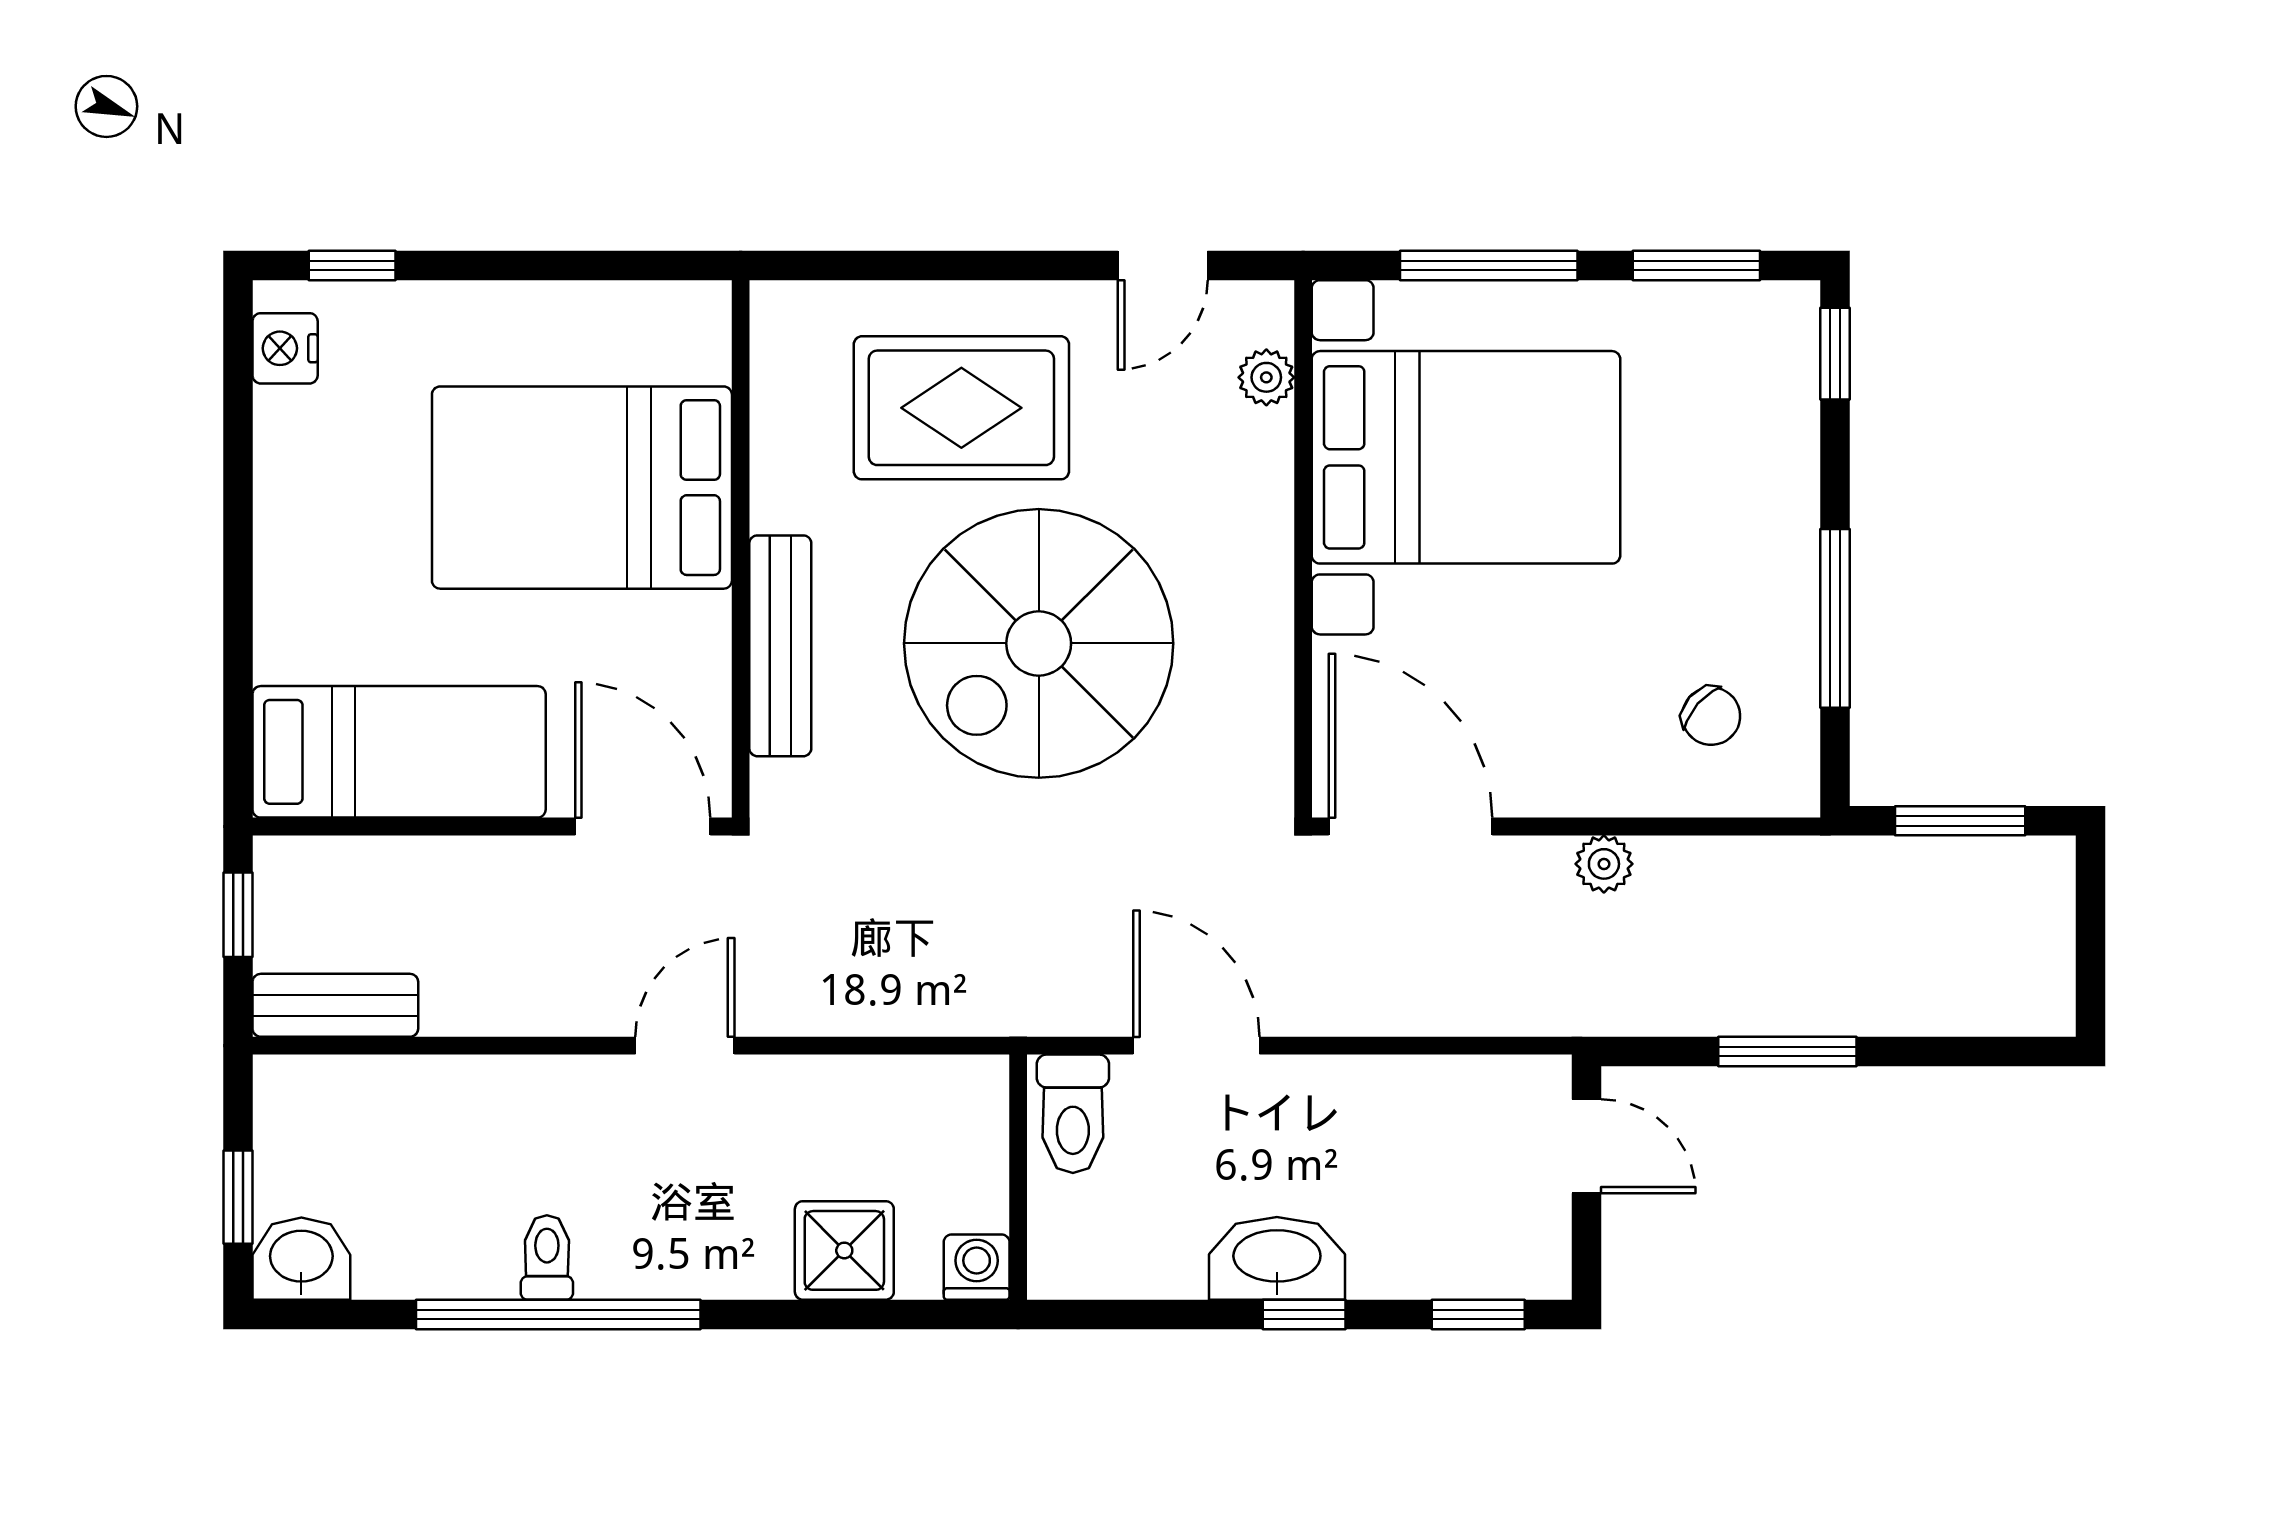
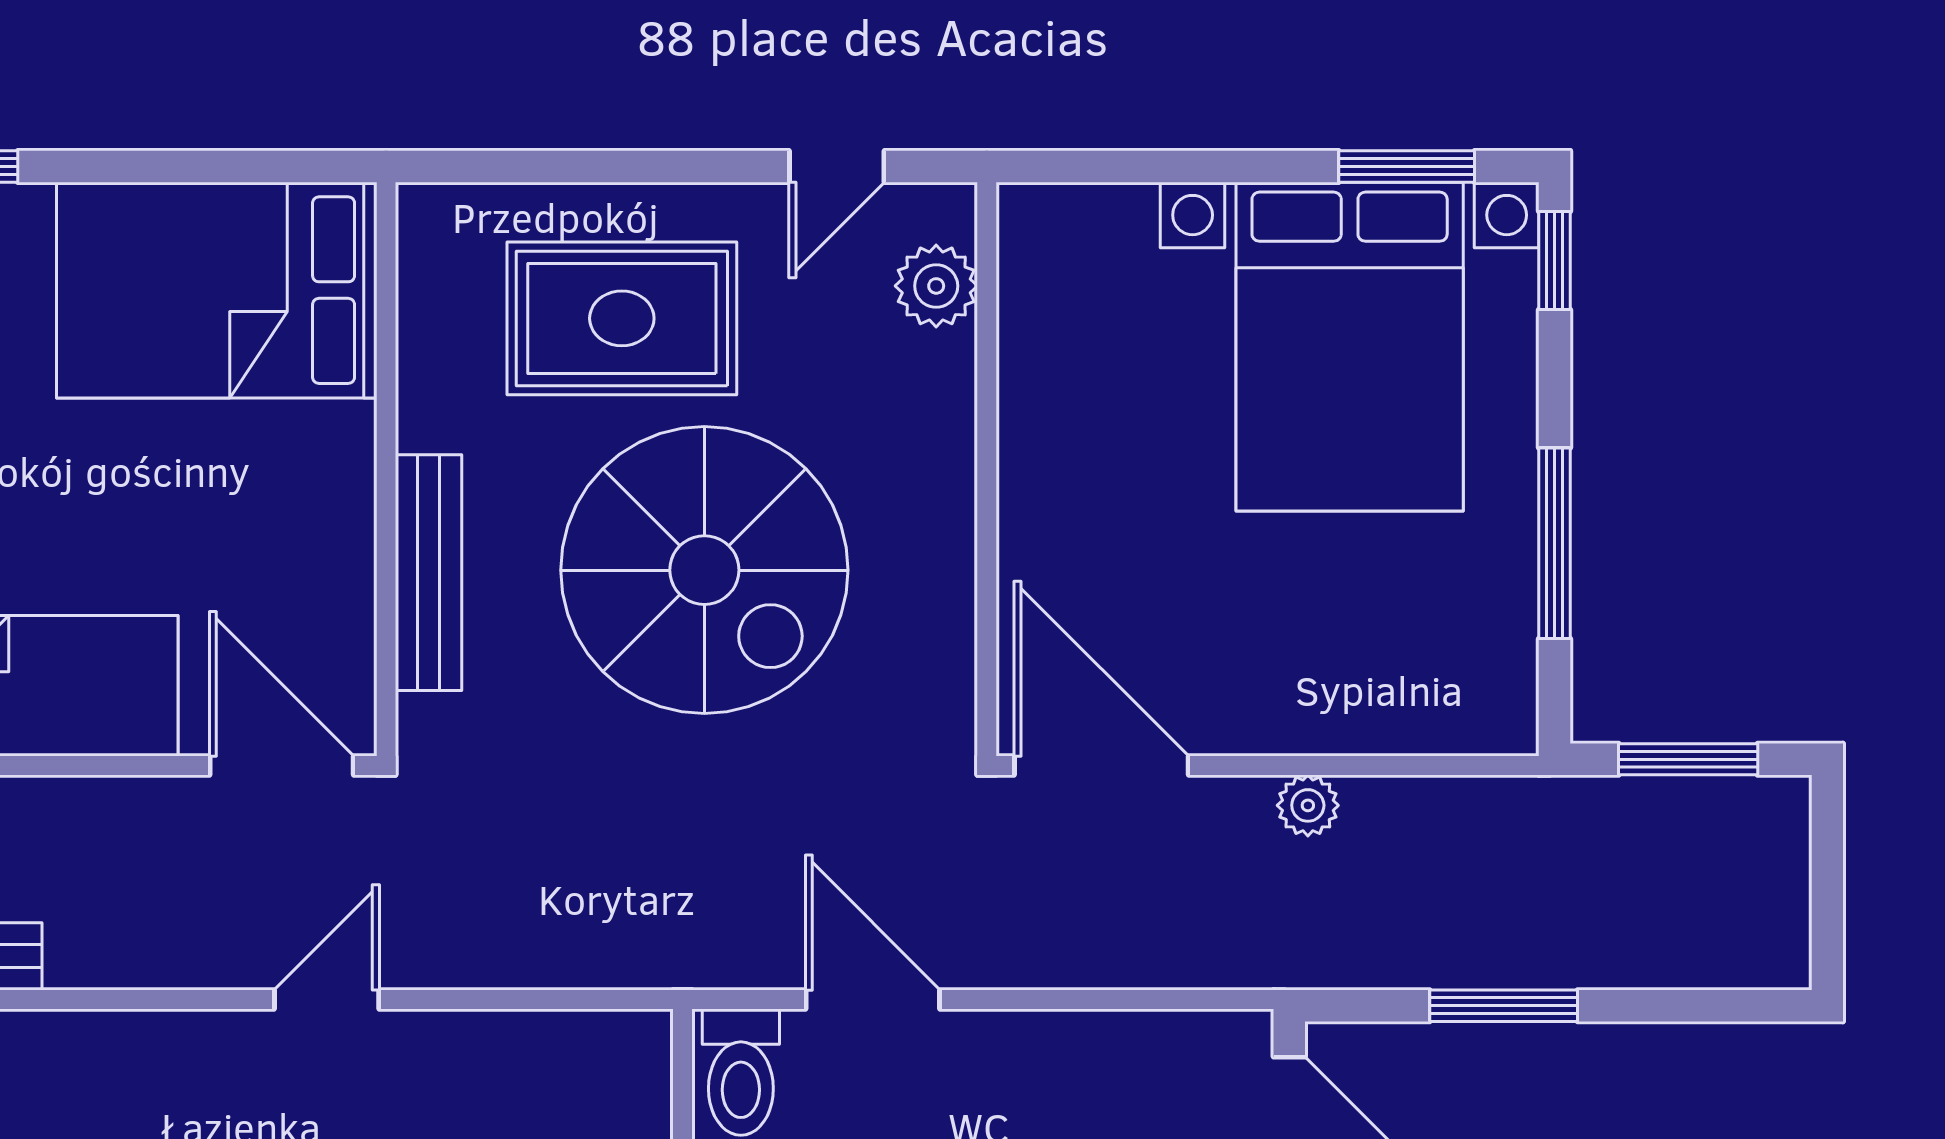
window: (1489, 265) -> (1185, 166), removed
plant: (1266, 377) -> (936, 286), width x1.38, depth x1.38
bed with nightstands: (1466, 457) -> (1350, 347), moved, turned 90
bed: (582, 488) -> (217, 290), moved
spiral stairs: (1039, 643) -> (704, 570), turned -90
chair: (1711, 716) -> (1422, 648), removed

